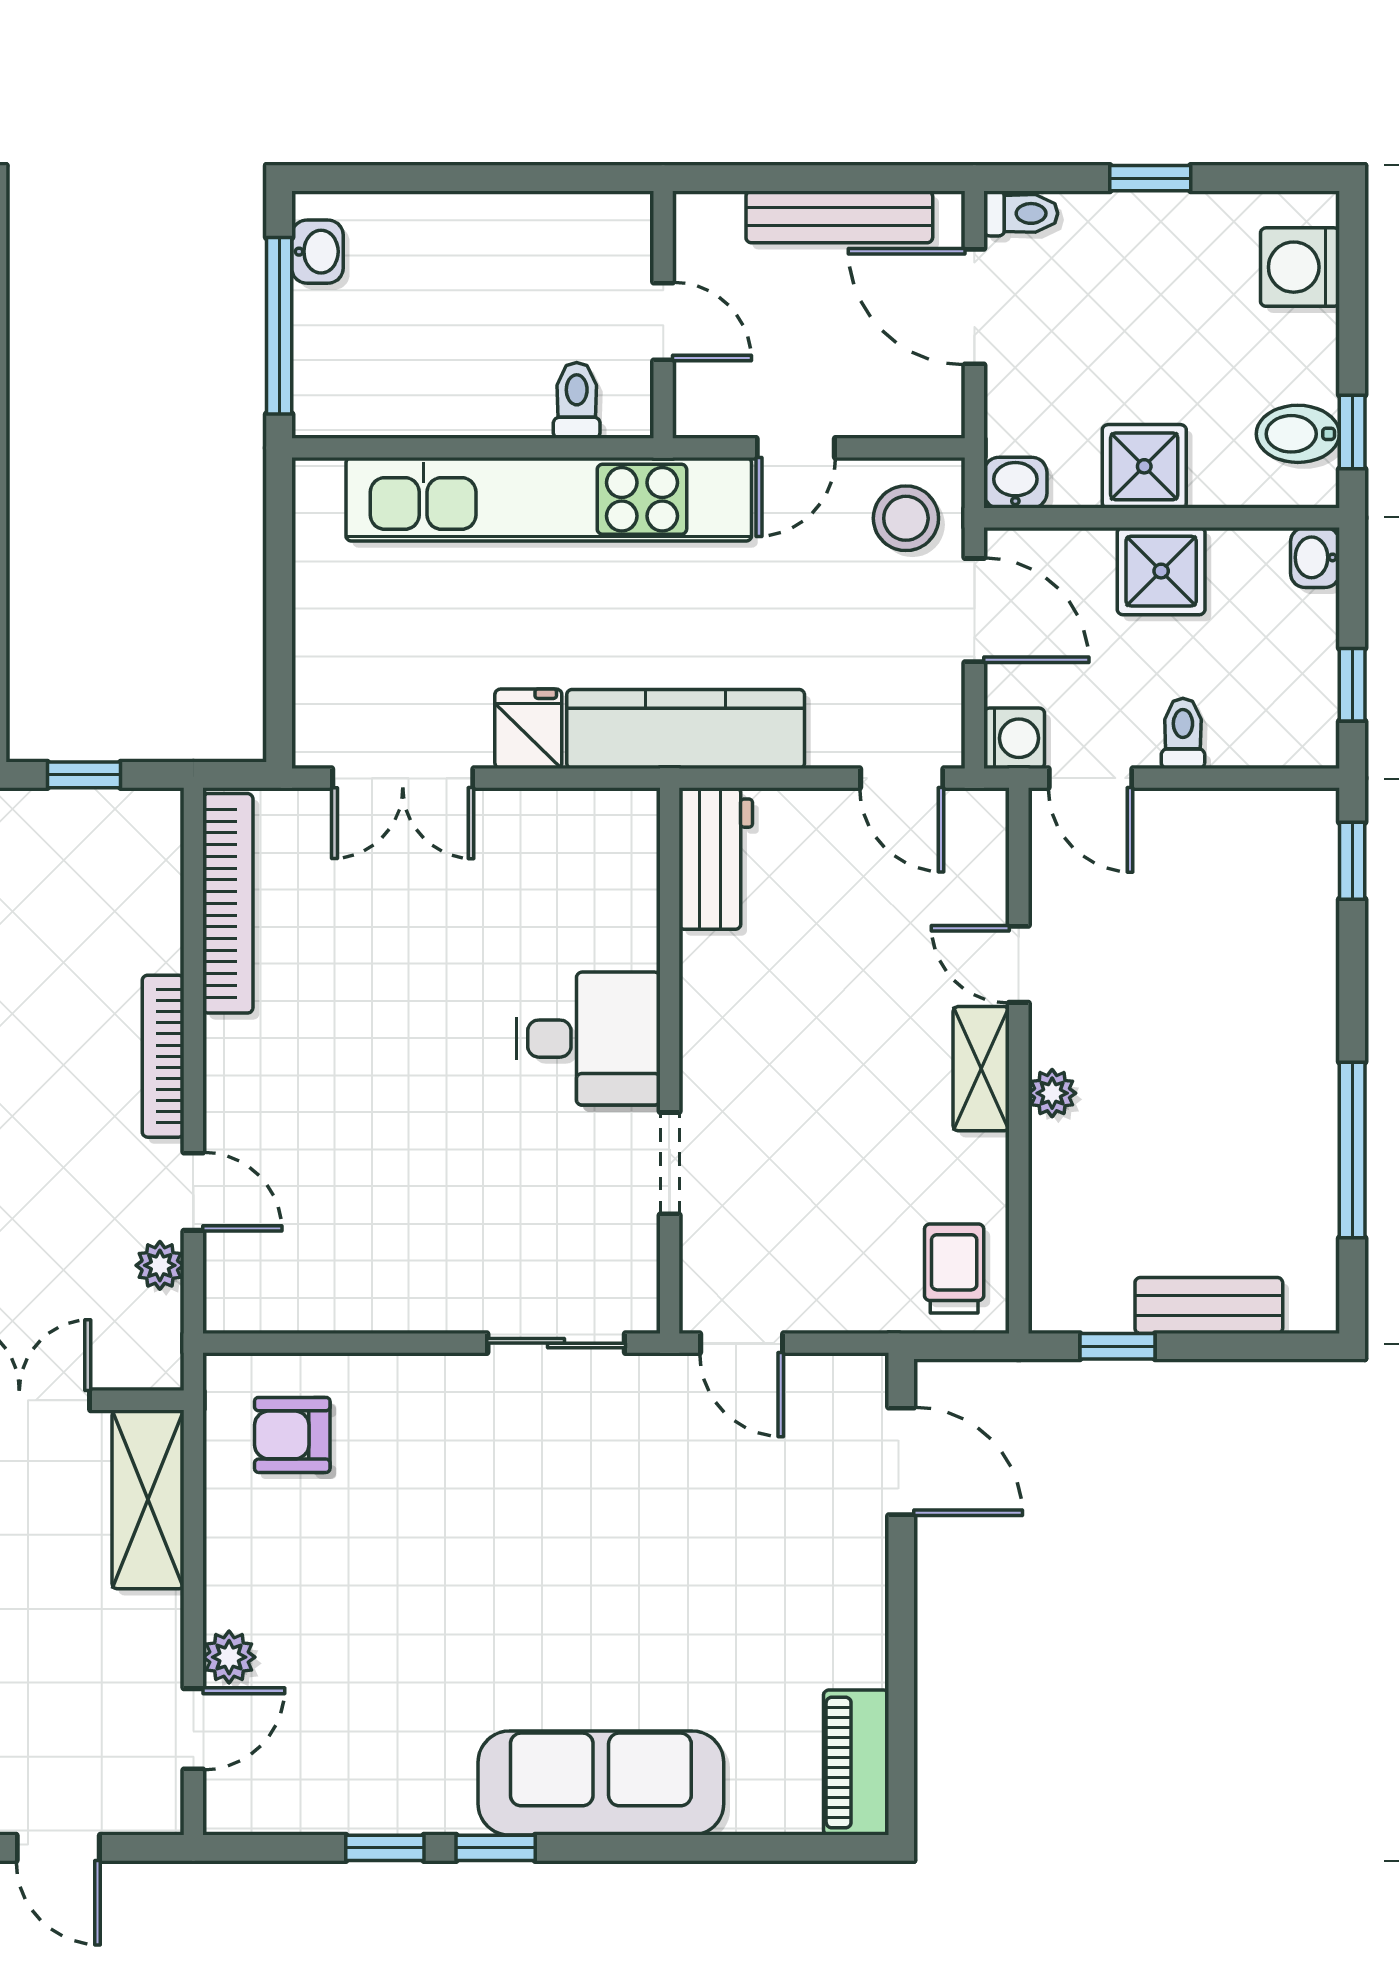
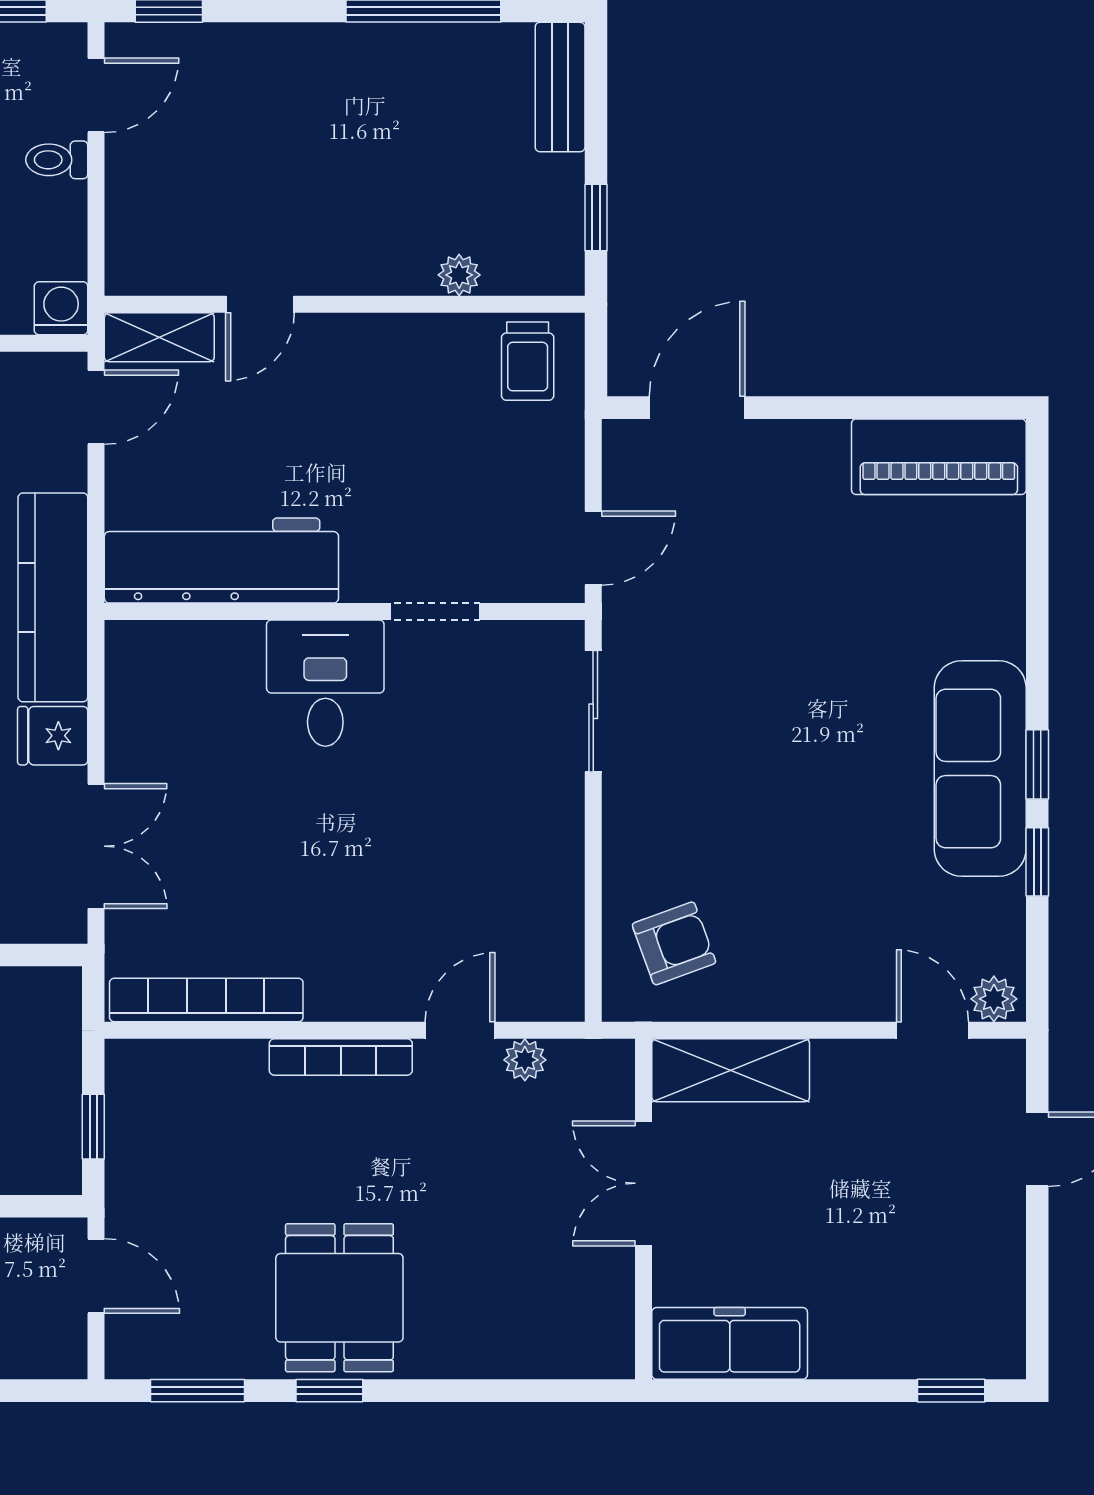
door: (1091, 778) -> (96, 95), moved
workbench: (716, 858) -> (221, 560), width x1.88, depth x1.32
shelving: (981, 1069) -> (159, 337), moved
plant: (1052, 1093) -> (459, 275), moved
trolley: (954, 1269) -> (528, 361), turned -90
bench: (1209, 1305) -> (560, 87), moved
armchair: (292, 1435) -> (674, 943), turned -110
plant: (229, 1657) -> (994, 999), moved
piano: (856, 1763) -> (939, 457), width x1.37, depth x1.33
sofa: (601, 1783) -> (980, 768), moved

